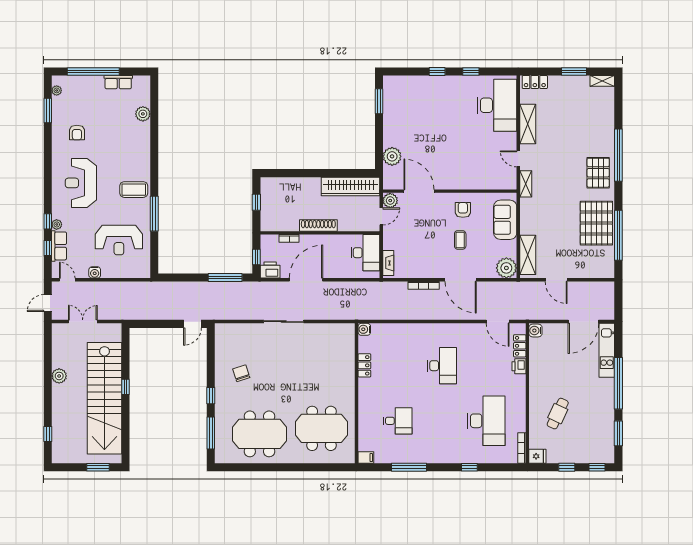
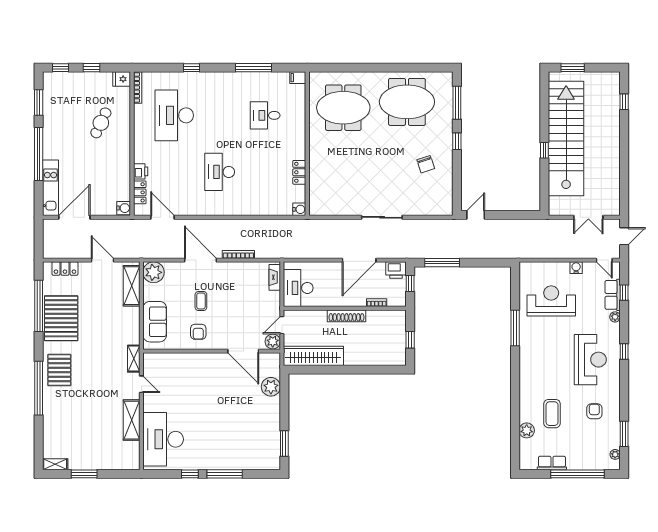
window: (437, 71) -> (225, 474), width x2.17
locker: (535, 82) -> (65, 269), moved, turned 180
coffee table: (134, 190) -> (552, 414), moved, turned 90
window: (48, 221) -> (624, 351), moved
plant: (59, 376) -> (613, 161), removed

